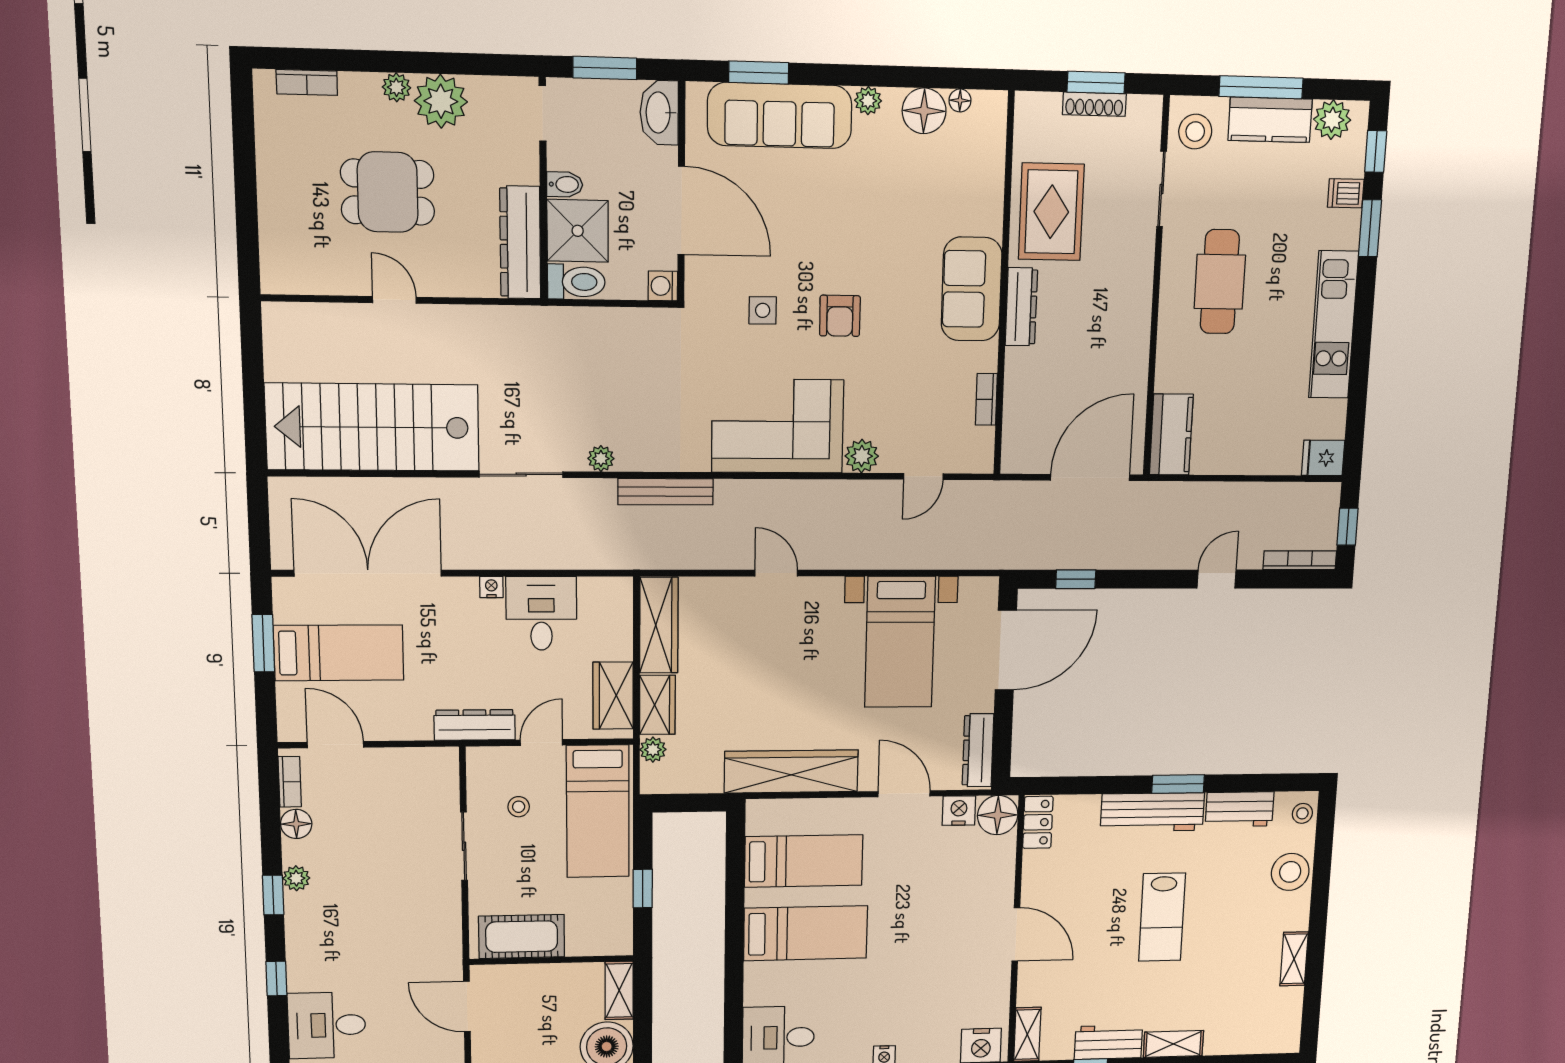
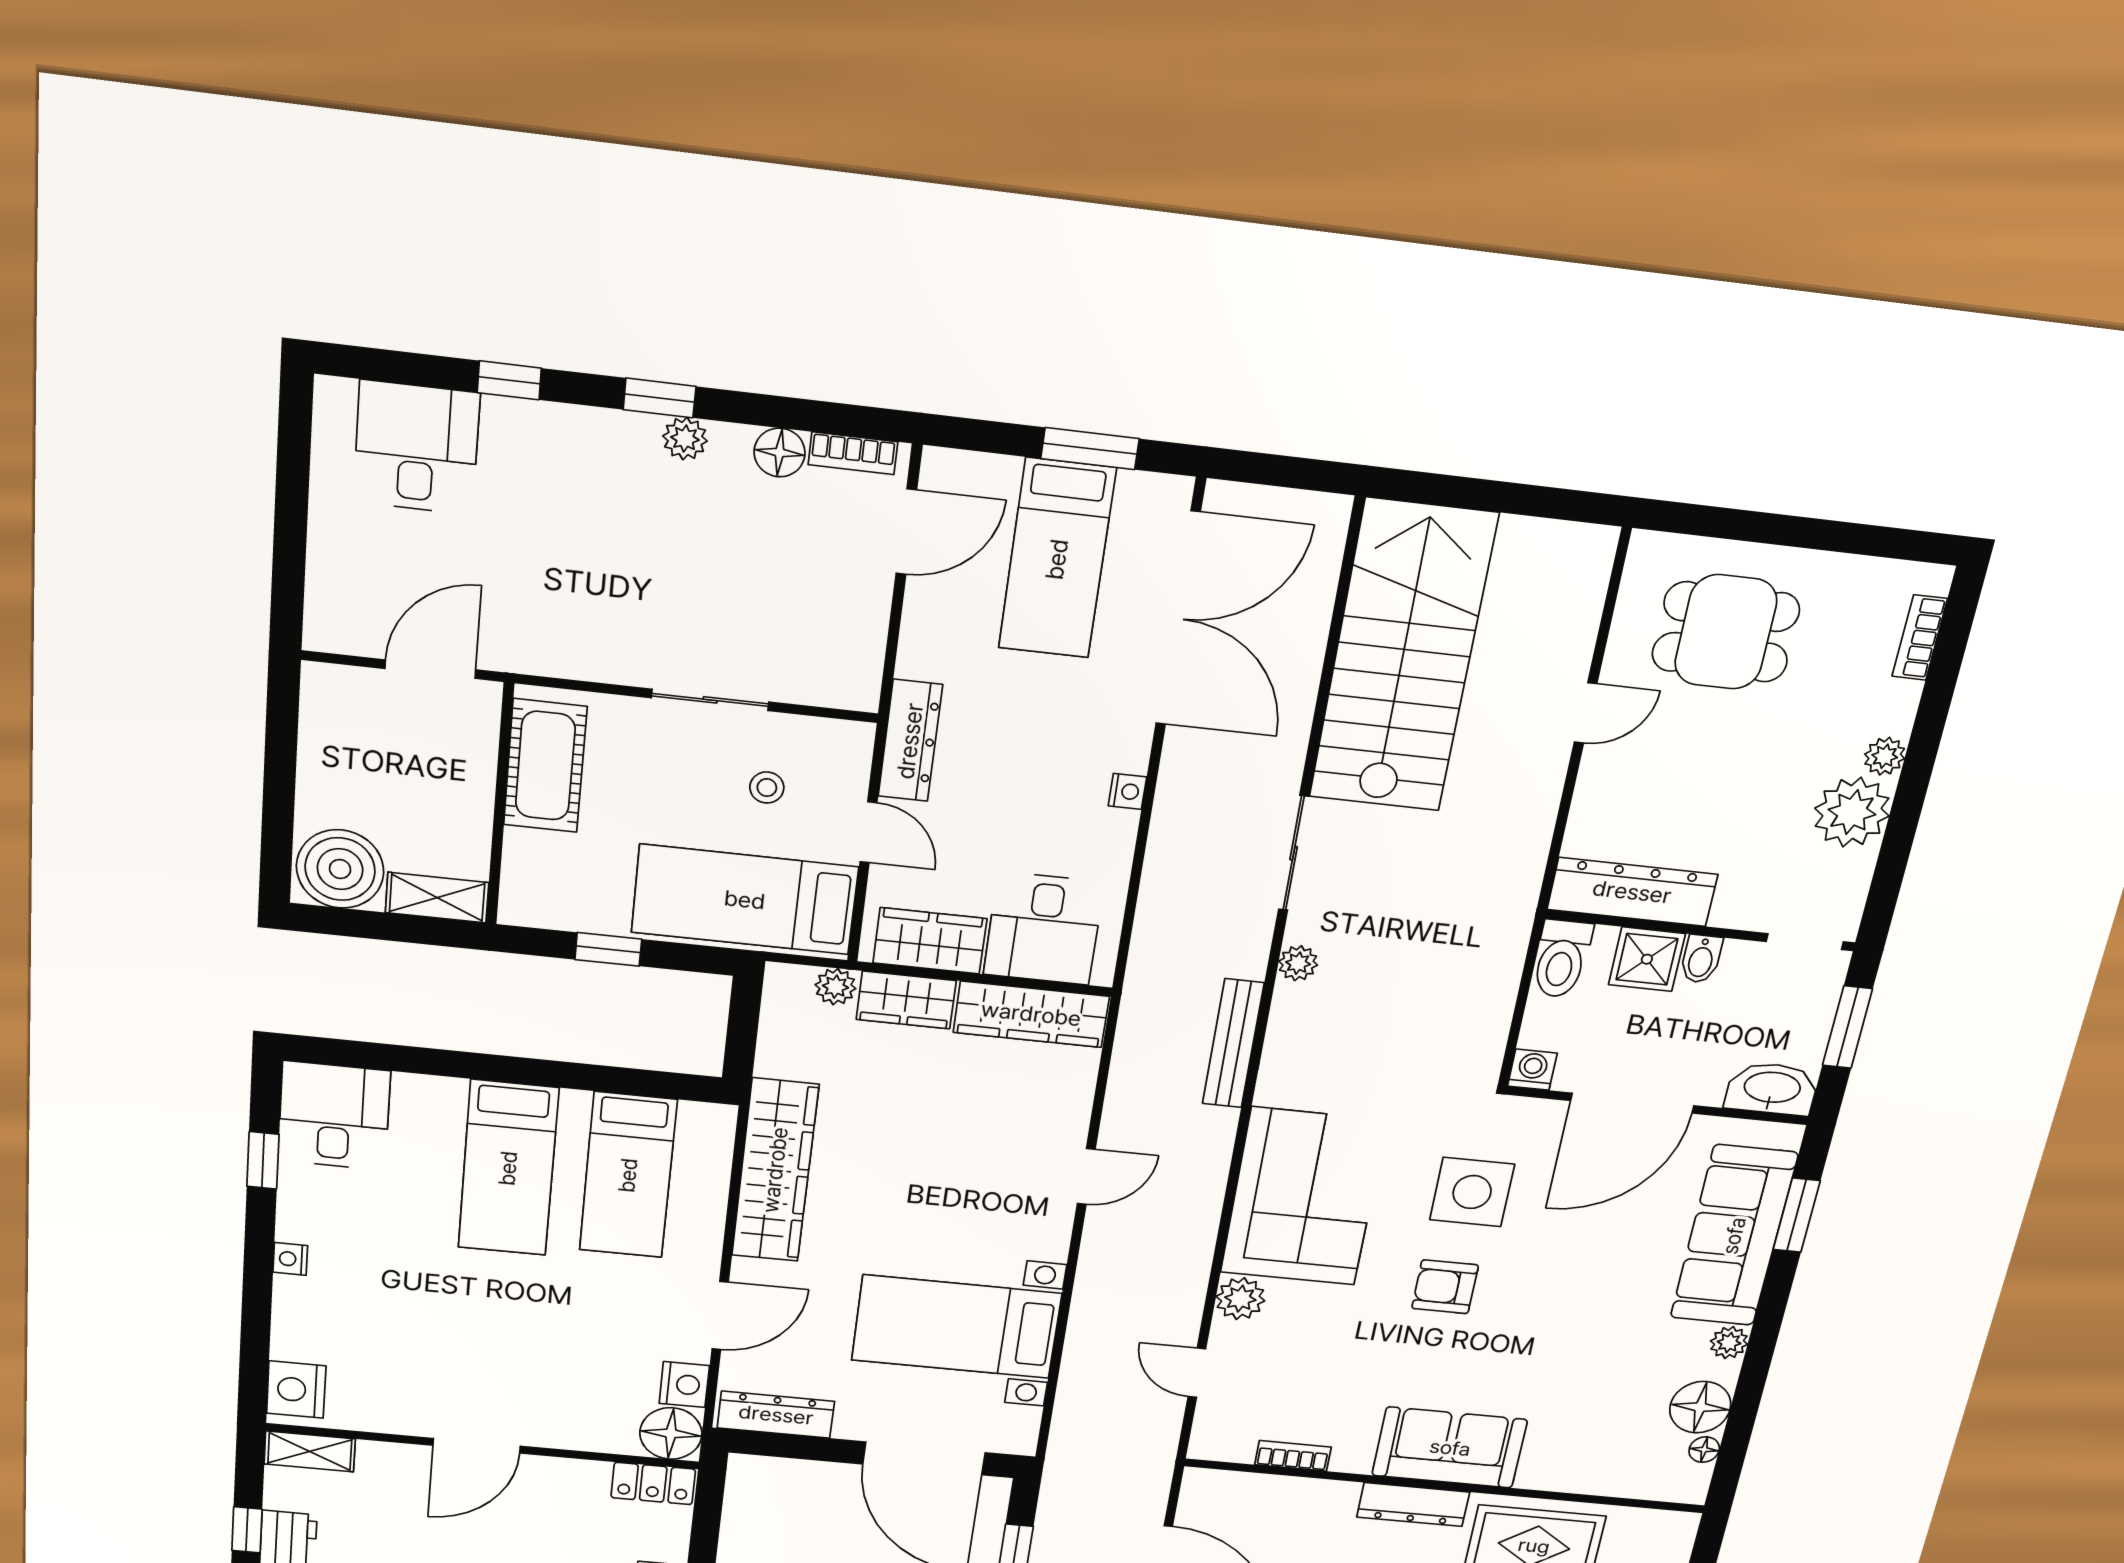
dining table: (388, 192) -> (1726, 632), moved, turned 90
shower: (578, 231) -> (1647, 959), width x0.73, depth x0.73
side table: (763, 310) -> (1472, 1192), width x1.87, depth x1.87
desk: (541, 613) -> (1044, 928), moved, turned 90

